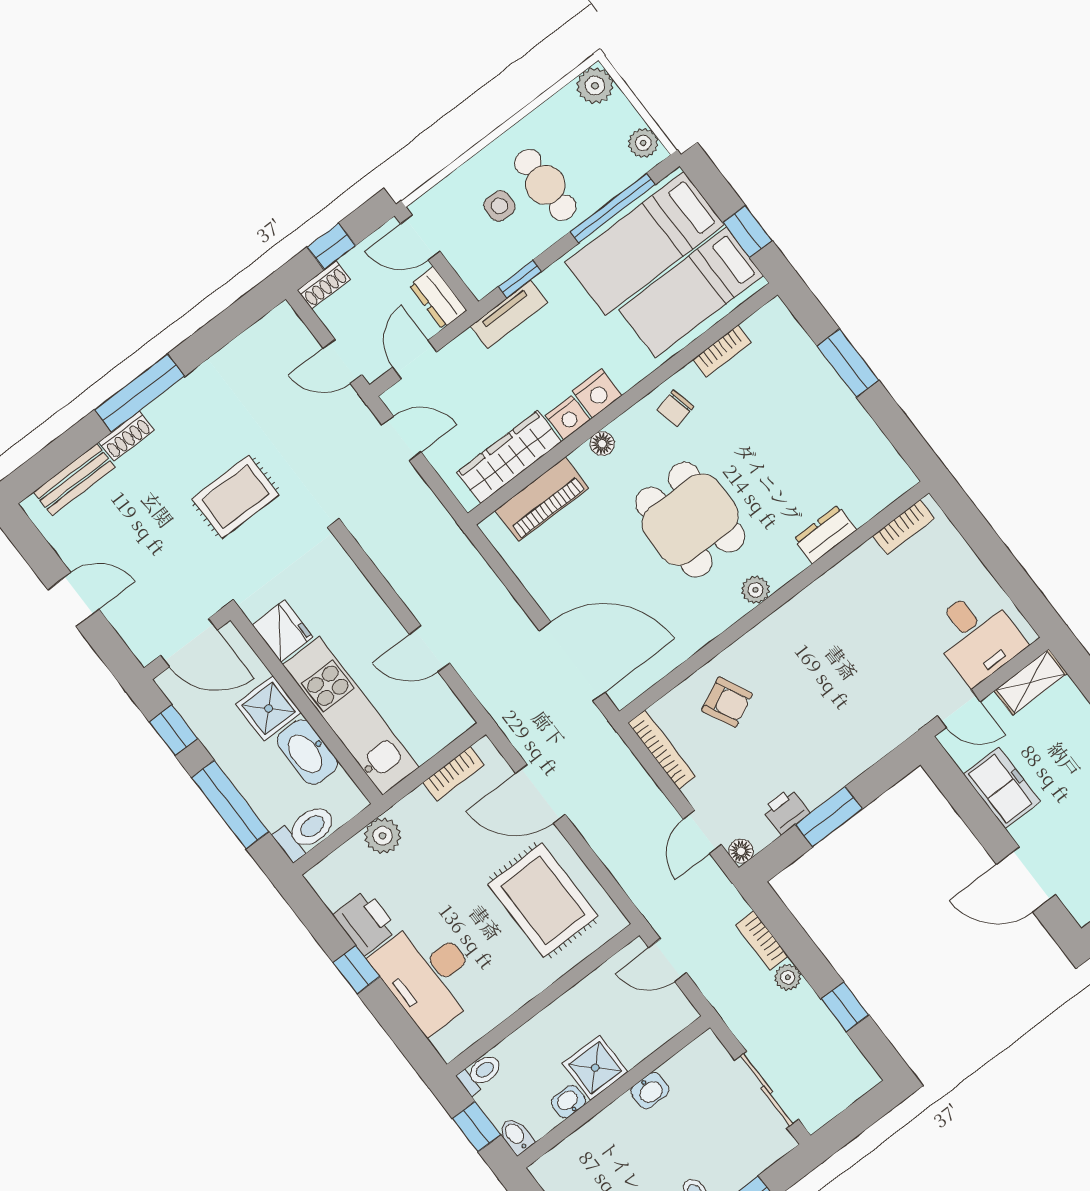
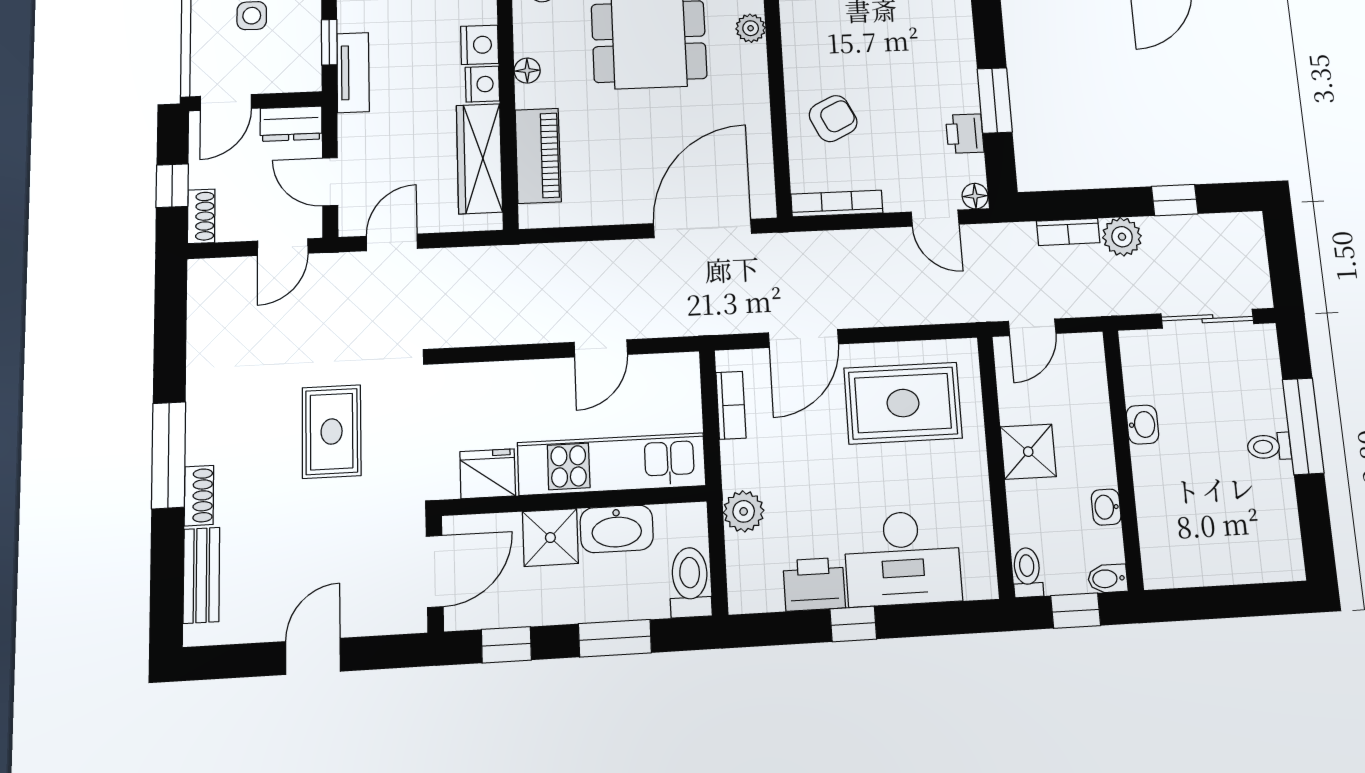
window: (230, 804) -> (615, 638), width x0.69
plant: (788, 977) -> (1122, 237), width x1.38, depth x1.38
shower: (595, 1068) -> (1028, 452), moved

